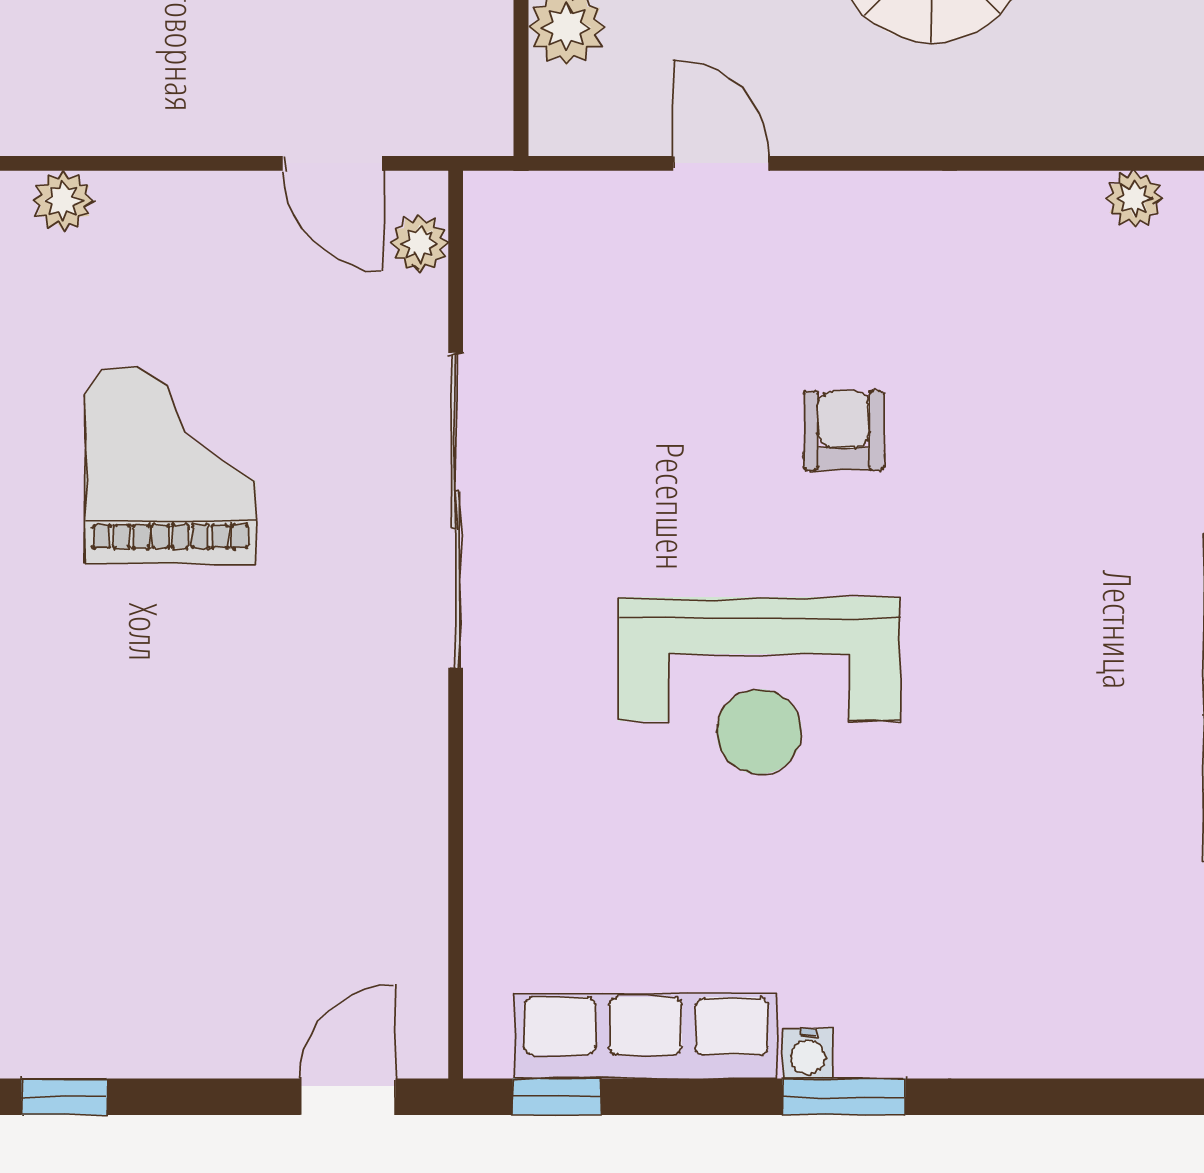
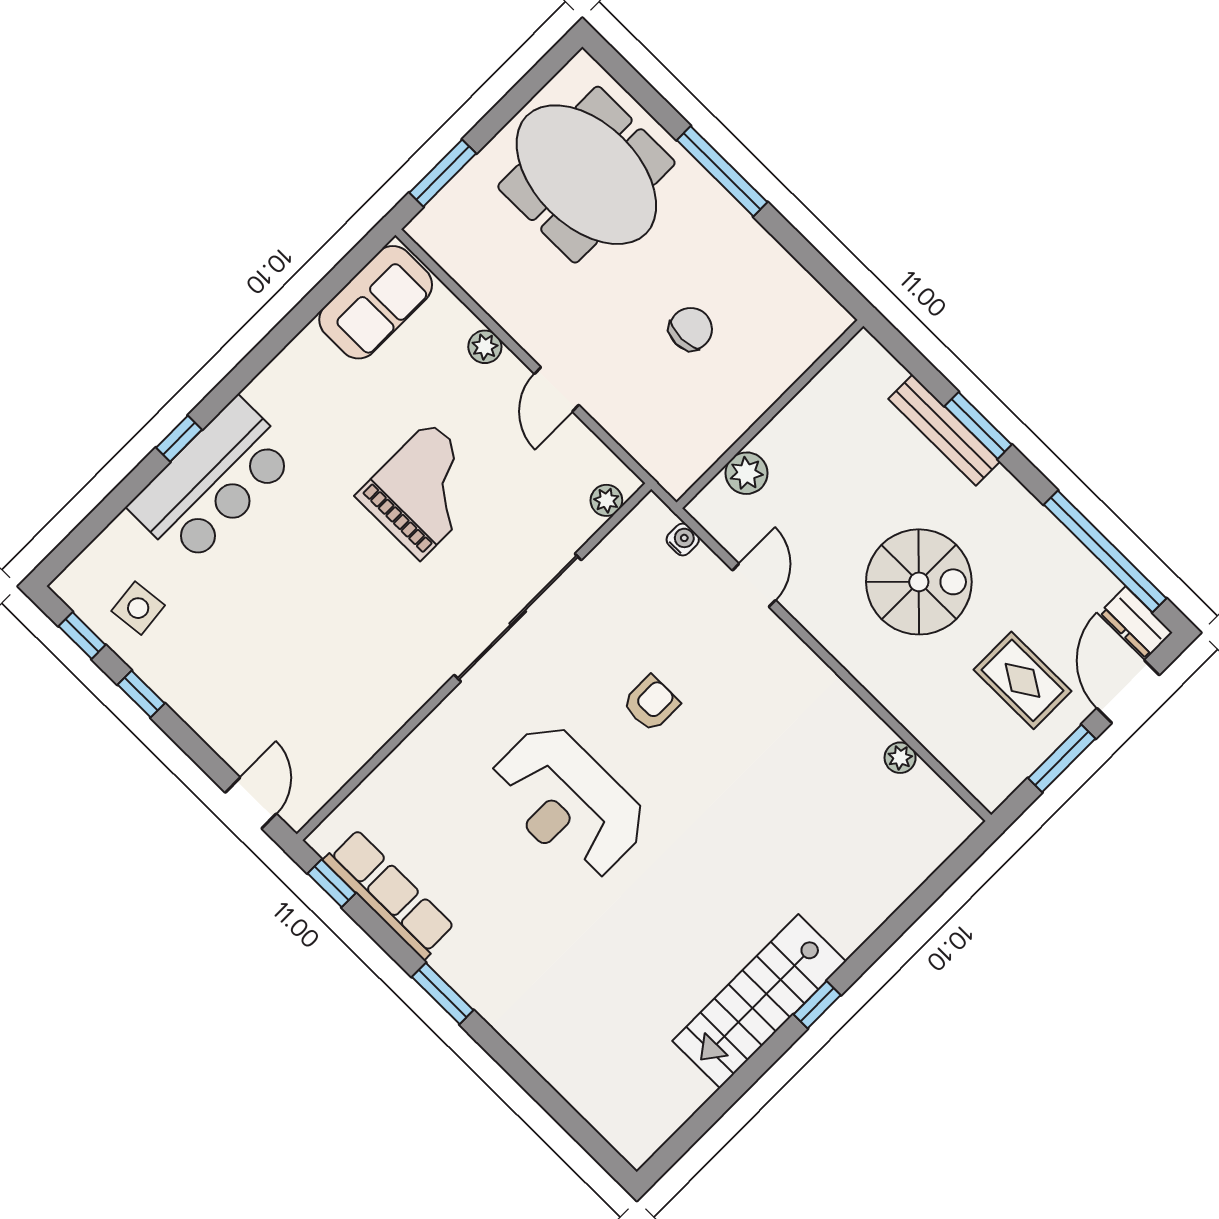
door: (332, 163) -> (557, 389), moved
armchair: (844, 430) -> (651, 703), moved
water cooler: (808, 1053) -> (683, 540), moved, turned 180
door: (348, 1097) -> (251, 803), hinge flipped

